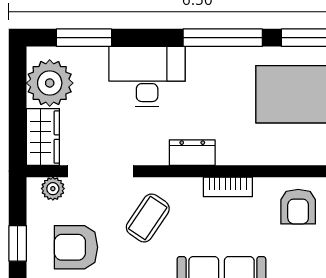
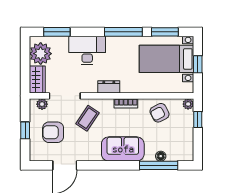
armchair: (298, 207) -> (160, 113), turned 62

